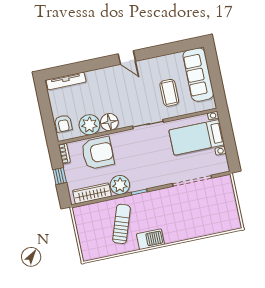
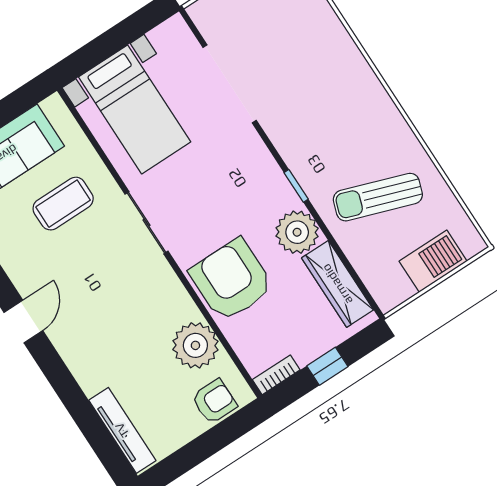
floor lamp: (109, 122) -> (174, 306), removed
armchair: (98, 153) -> (231, 280), moved
barbecue: (150, 239) -> (433, 261), moved, turned 90

